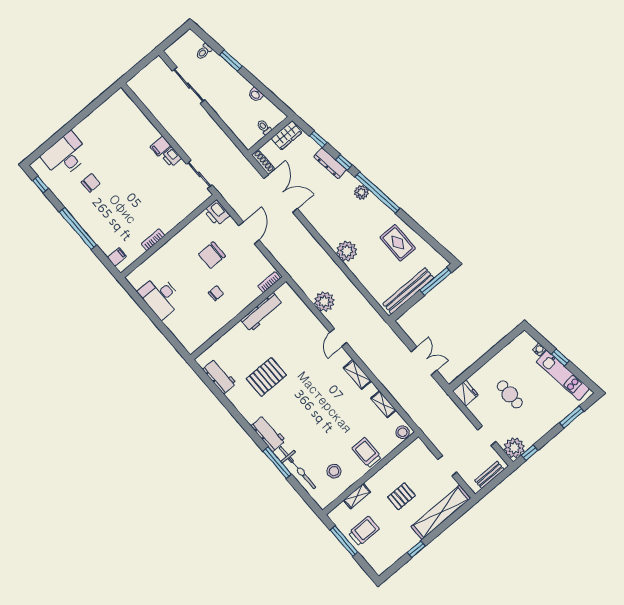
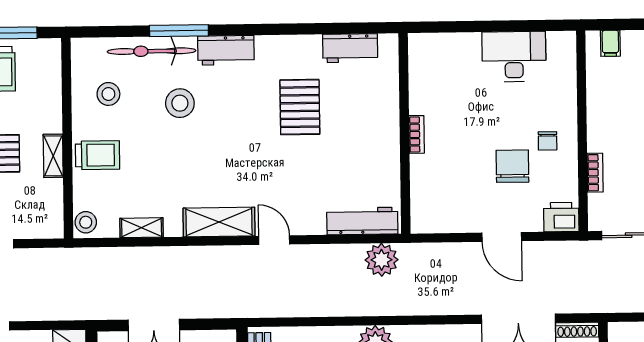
bookcase: (153, 240) -> (595, 173), moved
bookcase: (269, 282) -> (417, 134), moved
chair: (216, 293) -> (547, 141), moved
plant: (324, 302) -> (382, 260), moved
workbench: (262, 312) -> (362, 221), moved, turned 90
shelving: (357, 374) -> (219, 222), width x1.50, depth x1.33
stool: (311, 434) -> (180, 103), added
shelving: (357, 496) -> (53, 156), moved

